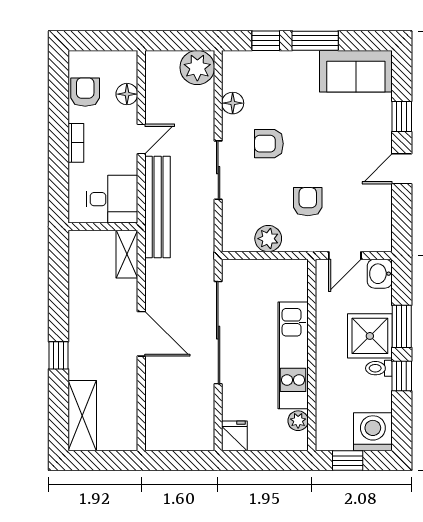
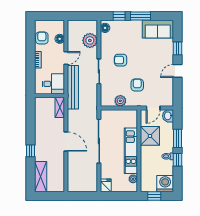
plant: (197, 67) -> (90, 40), moved
floor lamp: (233, 103) -> (105, 28), moved
shower: (370, 336) -> (150, 136), moved

